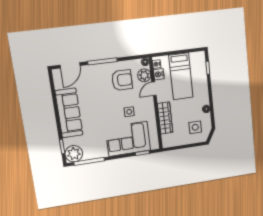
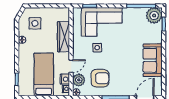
armchair: (122, 80) -> (100, 78), turned 180
sofa: (69, 113) -> (153, 60), width x0.73

